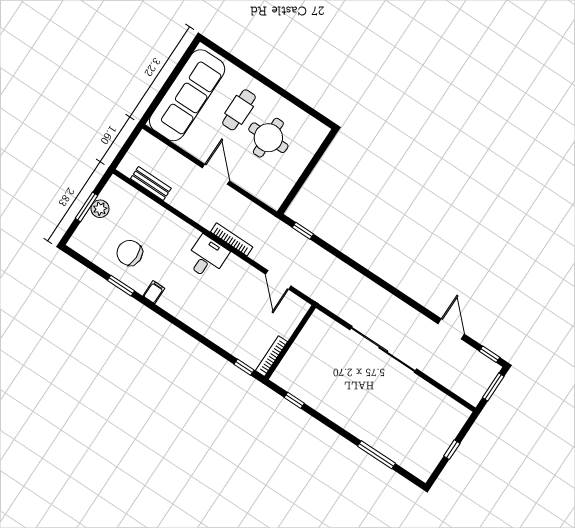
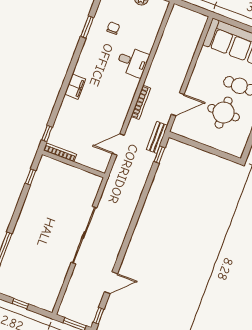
door: (216, 174) -> (178, 104), moved
bench: (151, 184) -> (157, 137), moved
chair: (130, 253) -> (113, 28), width x0.54, depth x0.54
desk: (207, 257) -> (133, 62), moved
filing cabinet: (154, 292) -> (75, 87), moved, width x2.00

